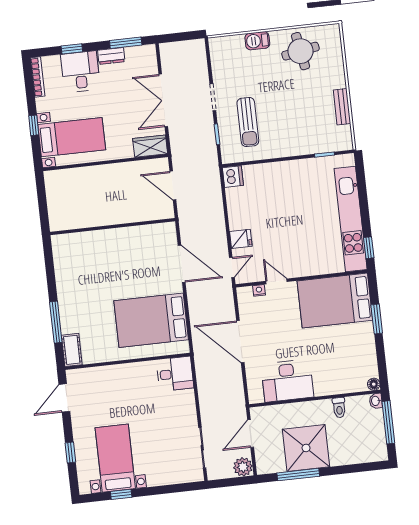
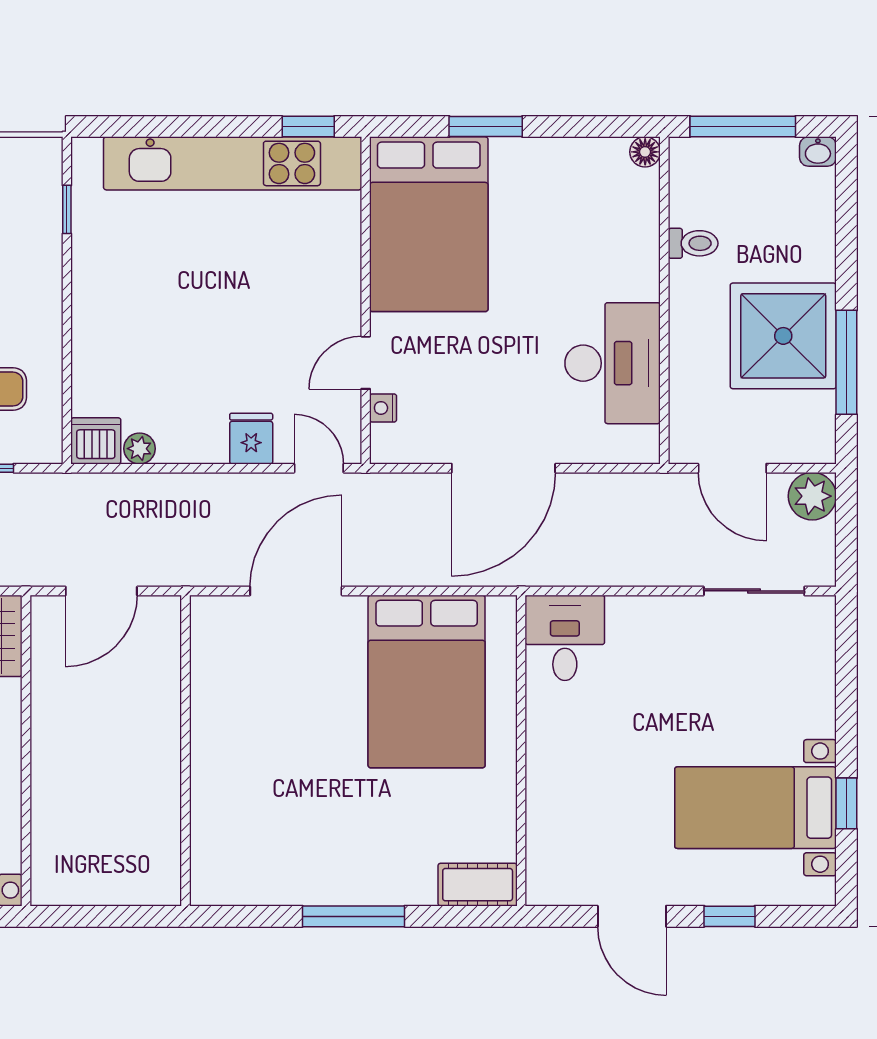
plant: (232, 194) -> (140, 449), added
window: (56, 322) -> (354, 916), moved
door: (64, 398) -> (632, 916), moved
washbasin: (376, 401) -> (818, 152), moved

